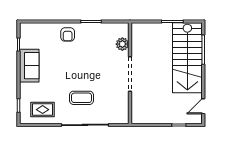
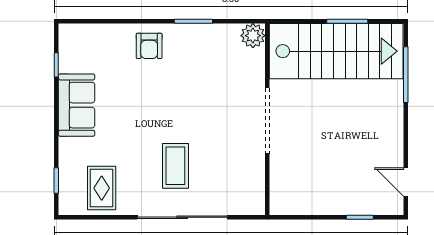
plant: (122, 44) -> (253, 36), moved
stairs: (187, 58) -> (336, 51), moved, turned -90
coffee table: (82, 98) -> (175, 166), turned 90
door: (203, 106) -> (406, 182), hinge flipped
rug: (43, 110) -> (102, 188), turned 90

